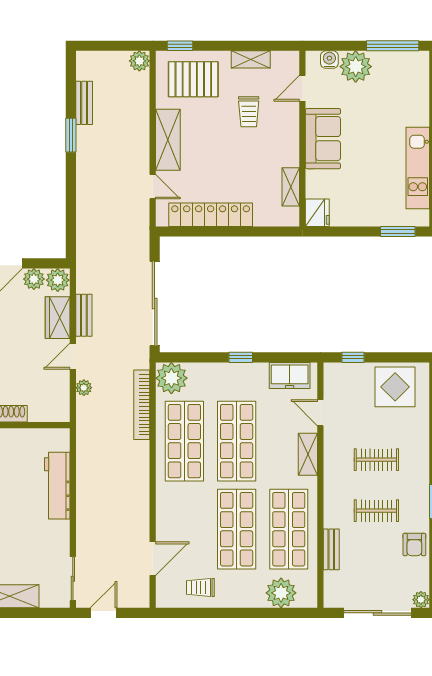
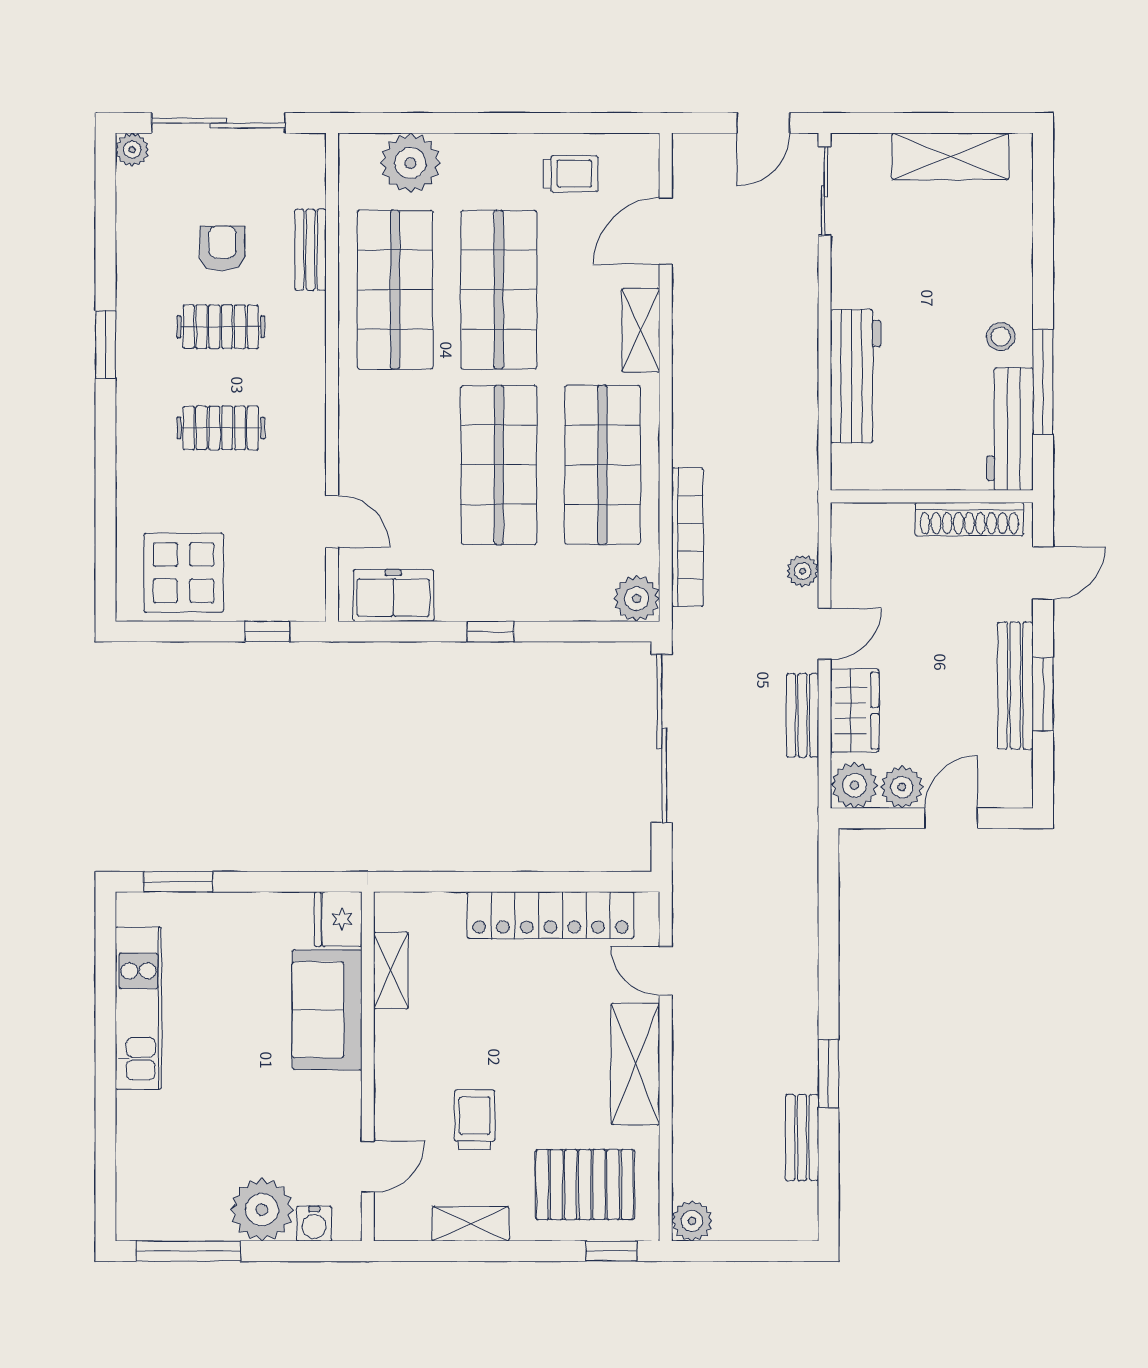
sofa: (323, 139) -> (327, 1010), moved
plant: (171, 378) -> (637, 599), width x0.73, depth x0.73
shelving: (308, 454) -> (641, 330), moved
armchair: (414, 545) -> (222, 248), moved

